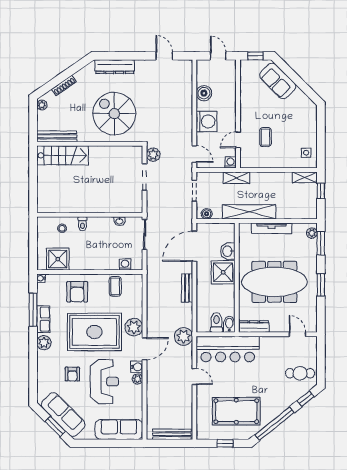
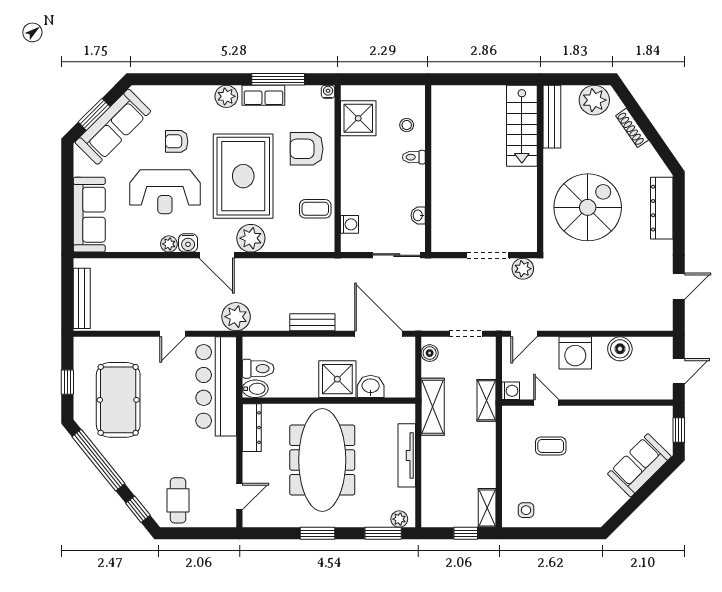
plant: (42, 105) -> (594, 100), width x1.88, depth x1.88
shelving: (249, 212) -> (433, 407), width x0.68

